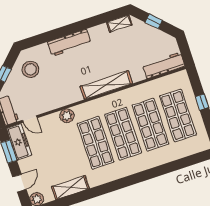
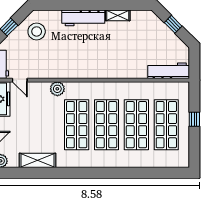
shelving: (119, 24) -> (118, 15), moved
shelving: (106, 85) -> (106, 71), removed

